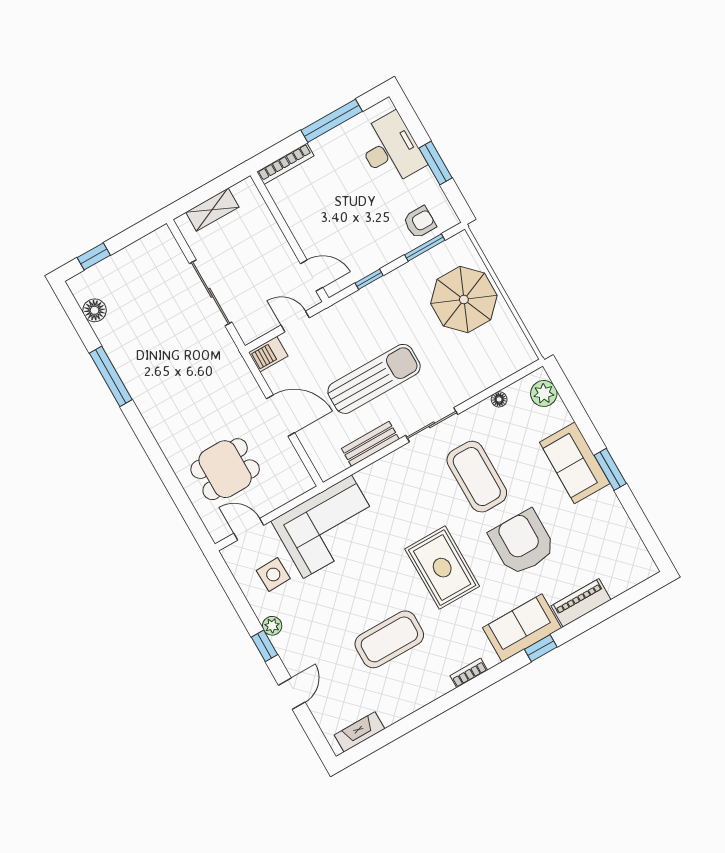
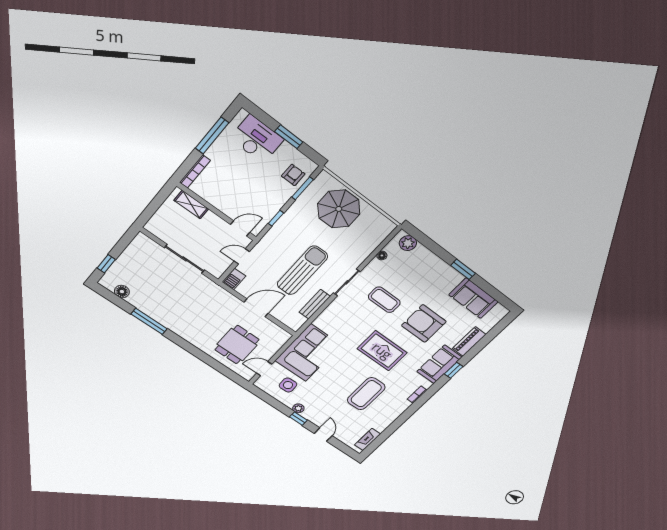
shelving: (212, 210) -> (191, 205), moved, turned 90
sofa: (575, 463) -> (474, 298), moved
coffee table: (477, 477) -> (384, 300), width x0.73, depth x0.76

